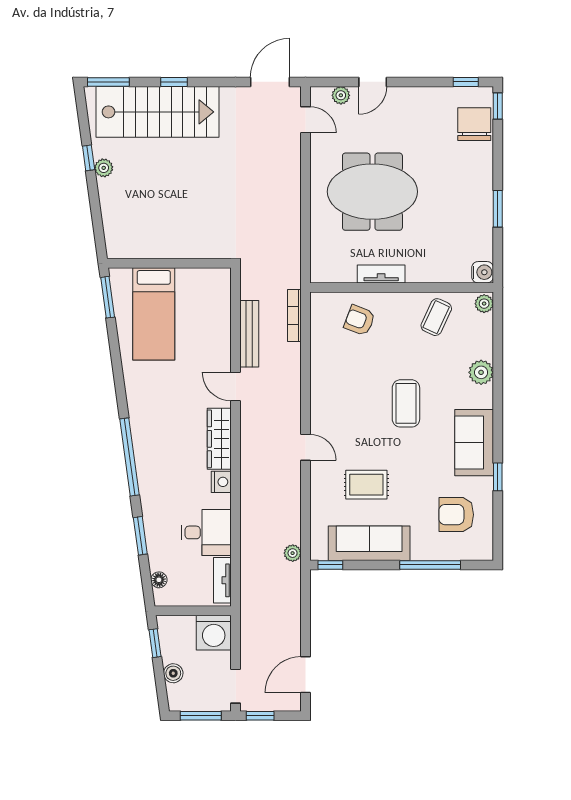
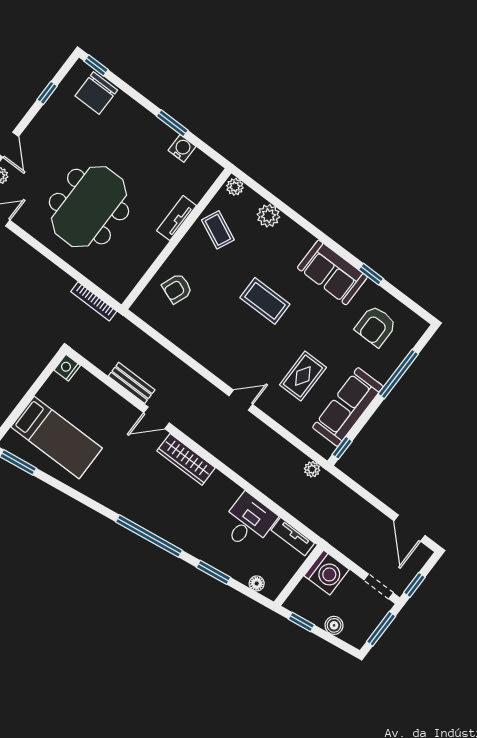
window: (466, 82) -> (47, 93), moved
chair: (474, 124) -> (96, 93), turned -90
water cooler: (483, 272) -> (182, 148), moved
tv unit: (381, 274) -> (176, 218), moved
bookcase: (294, 315) -> (94, 301), moved
bench: (249, 334) -> (132, 383), width x0.73
plant: (481, 372) -> (268, 216), moved
nightstand: (221, 482) -> (67, 368), moved, turned -90

